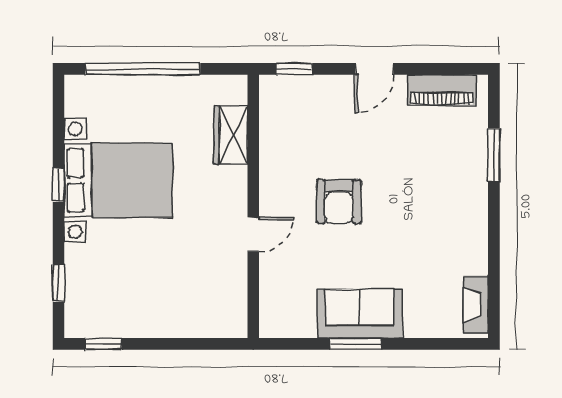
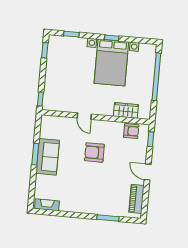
armchair: (279, 117) -> (131, 131), added
window: (222, 344) -> (40, 99), added

